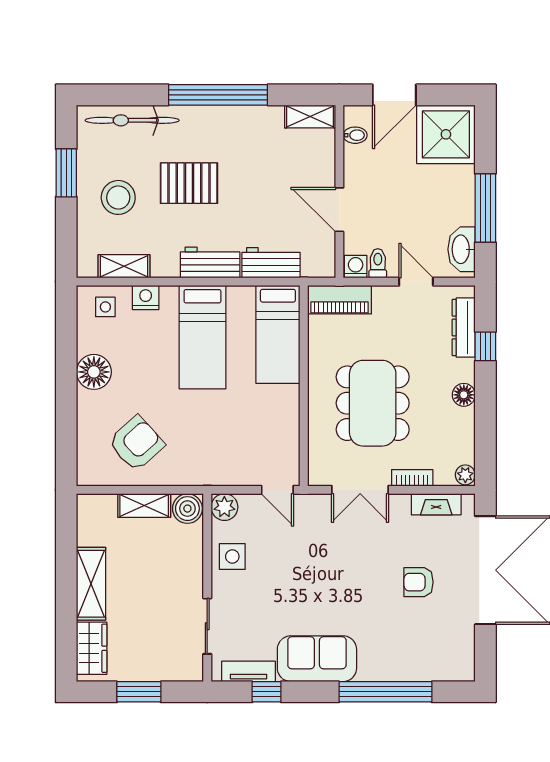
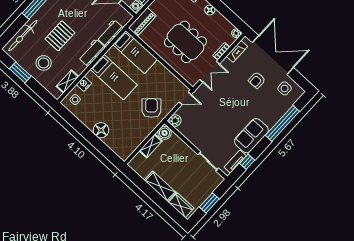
floor lamp: (94, 372) -> (101, 130), moved
armchair: (136, 443) -> (151, 108), moved
side table: (232, 556) -> (285, 88), moved

